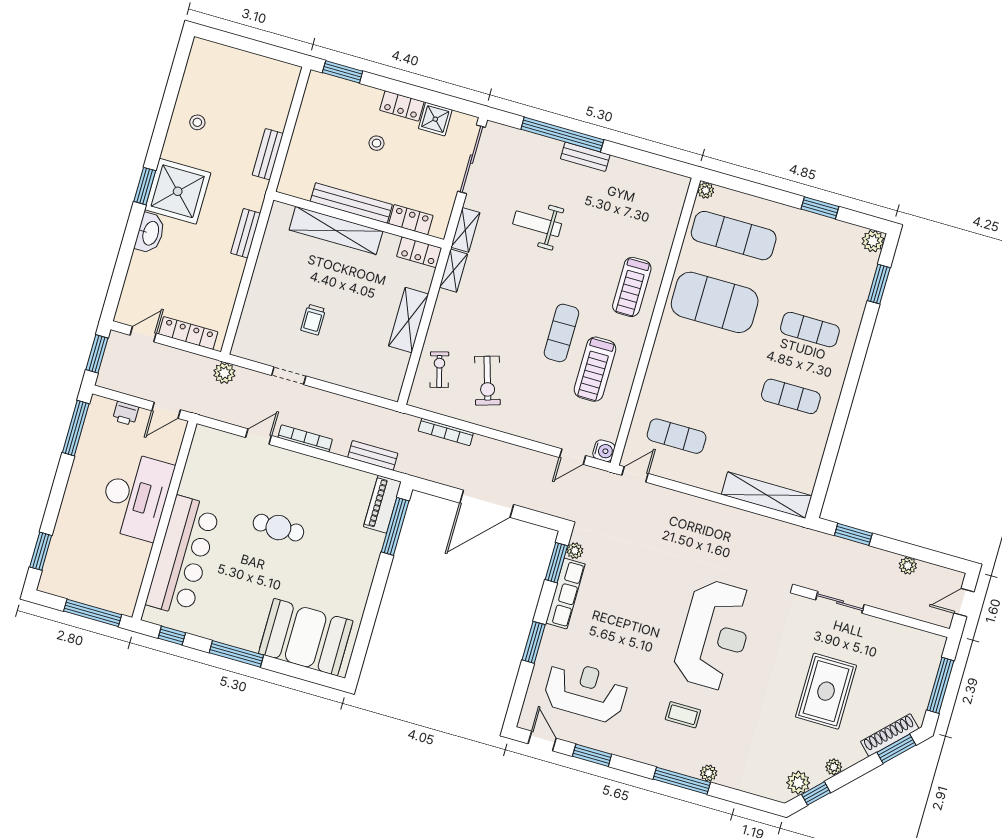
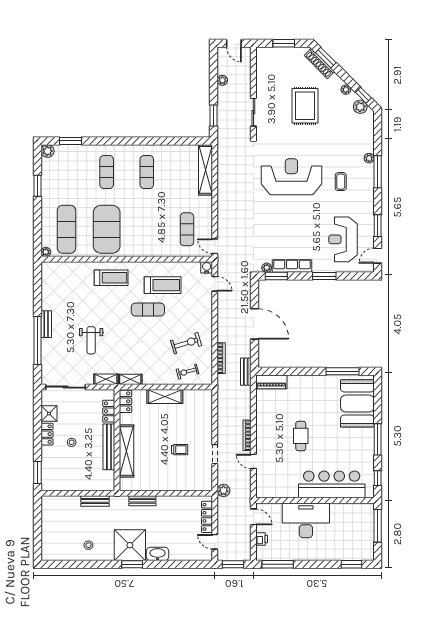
bench: (373, 455) -> (246, 372), moved
window: (395, 526) -> (343, 371), moved
window: (940, 685) -> (284, 43), width x0.69
rug: (826, 691) -> (305, 106), turned 90

